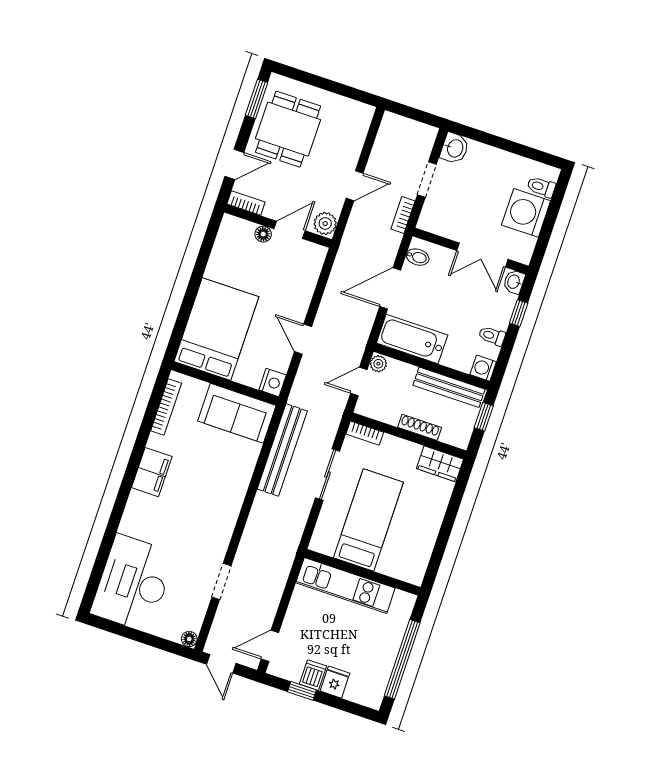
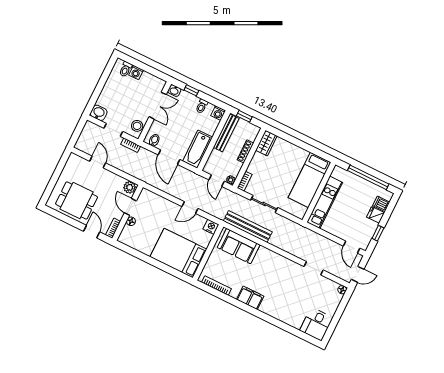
window: (256, 99) -> (58, 215), removed
door: (355, 186) -> (98, 162), moved
washing machine: (526, 213) -> (136, 73), width x0.53, depth x0.53
stool: (440, 222) -> (137, 126), added
plant: (378, 364) -> (231, 180), moved
sofa: (237, 413) -> (239, 246), moved, turned 90
bed: (368, 520) -> (309, 180), moved, turned -90
desk: (133, 583) -> (316, 324), width x0.53, depth x0.77
dishwasher: (313, 675) -> (381, 204), moved

